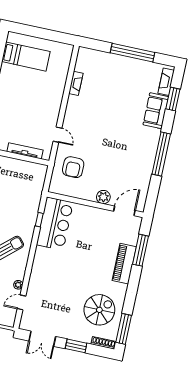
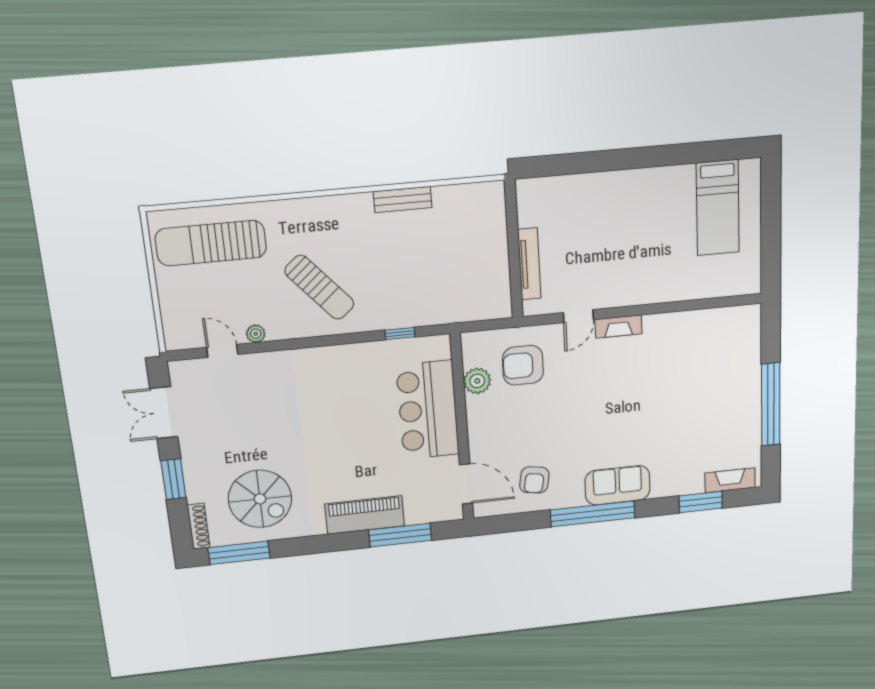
fireplace: (76, 83) -> (618, 327), moved
sofa: (156, 111) -> (617, 485), moved
armchair: (133, 178) -> (534, 480), added
plant: (103, 197) -> (477, 381), moved
bar counter: (55, 224) -> (428, 410), moved, turned 90

